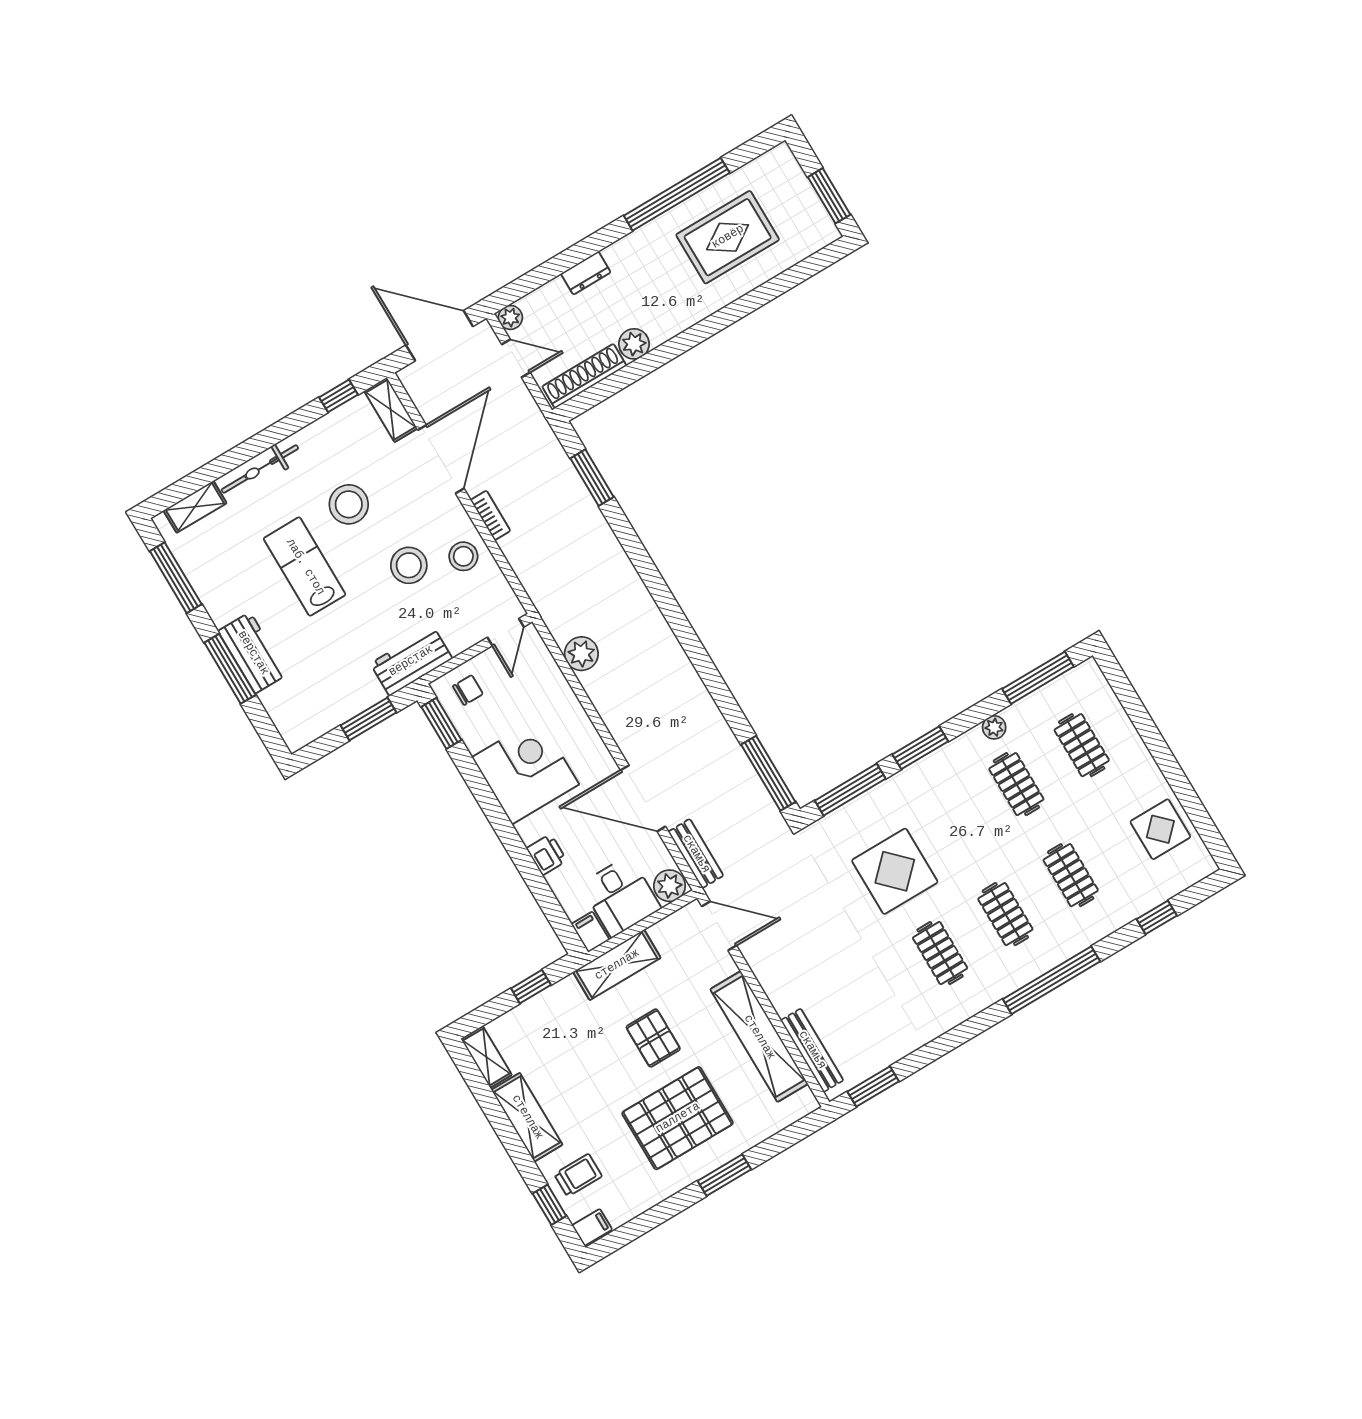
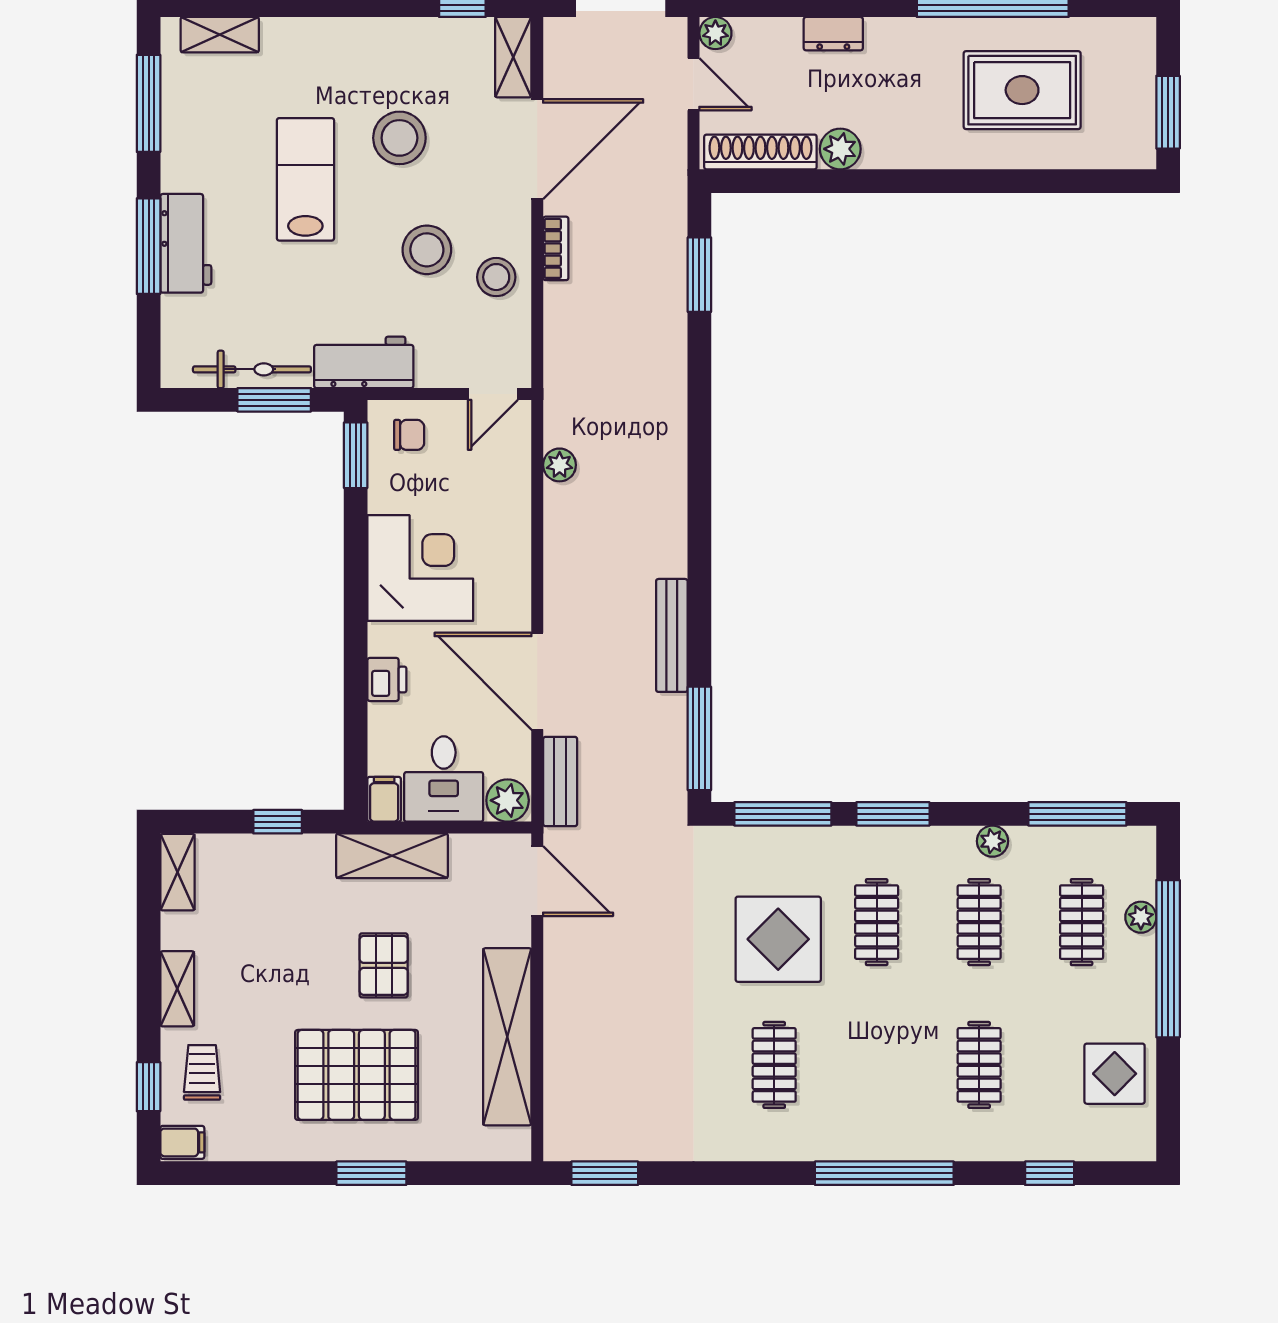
bicycle: (260, 469) -> (252, 369), moved, turned 180
plant: (581, 654) -> (560, 465), width x0.73, depth x0.73
plant: (1118, 719) -> (1141, 917), added
window: (1151, 736) -> (1168, 959), added
clothes rail: (1005, 914) -> (877, 922), moved
bench: (812, 1050) -> (672, 635), moved
shelving: (527, 1117) -> (177, 989), width x0.67, depth x0.75
trolley: (578, 1175) -> (202, 1072), turned -90

